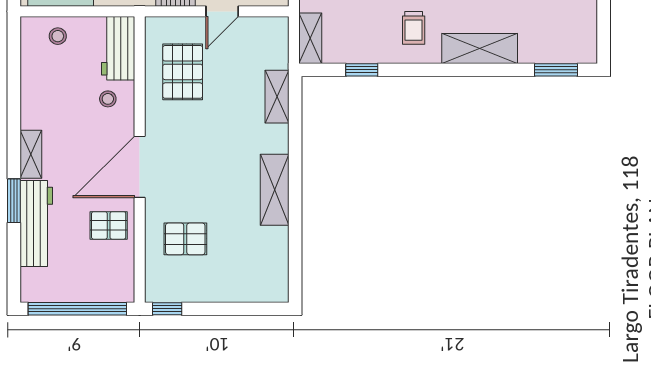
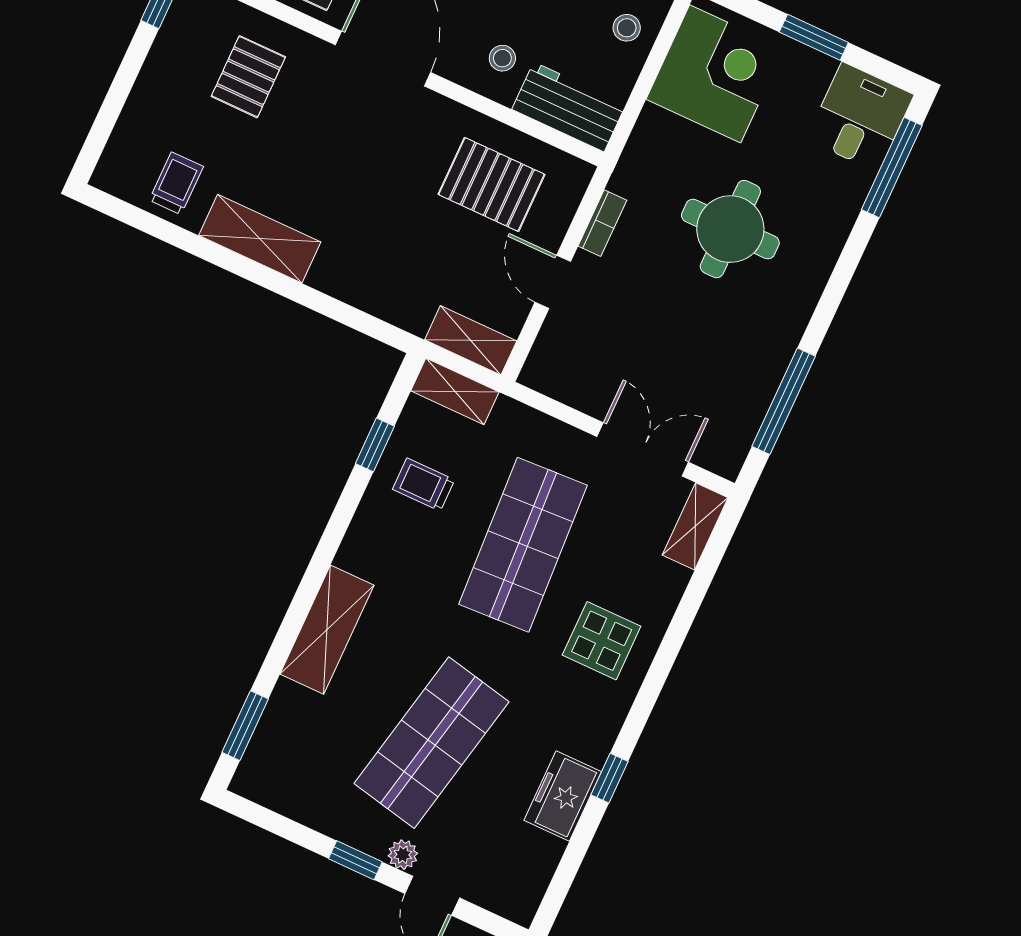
trolley: (414, 28) -> (424, 484), moved
shelving: (277, 97) -> (471, 340), moved
trolley: (265, 252) -> (176, 183), added

